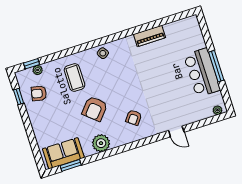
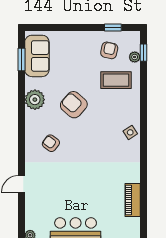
piano: (150, 36) -> (133, 200), moved
coffee table: (75, 78) -> (116, 80), moved

